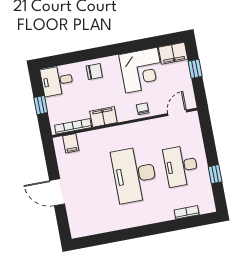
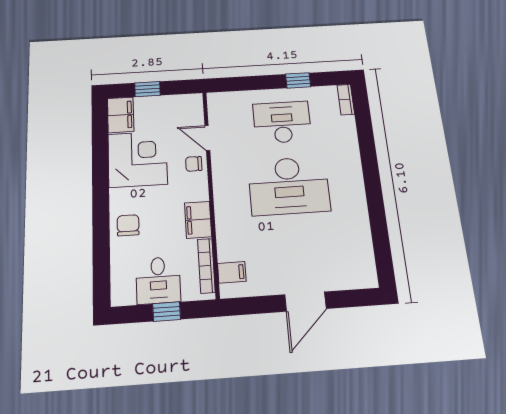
desk: (57, 81) -> (158, 280), moved
door: (177, 113) -> (207, 138), moved
desk: (181, 166) -> (282, 122), turned 180
bookcase: (187, 212) -> (346, 100), moved

